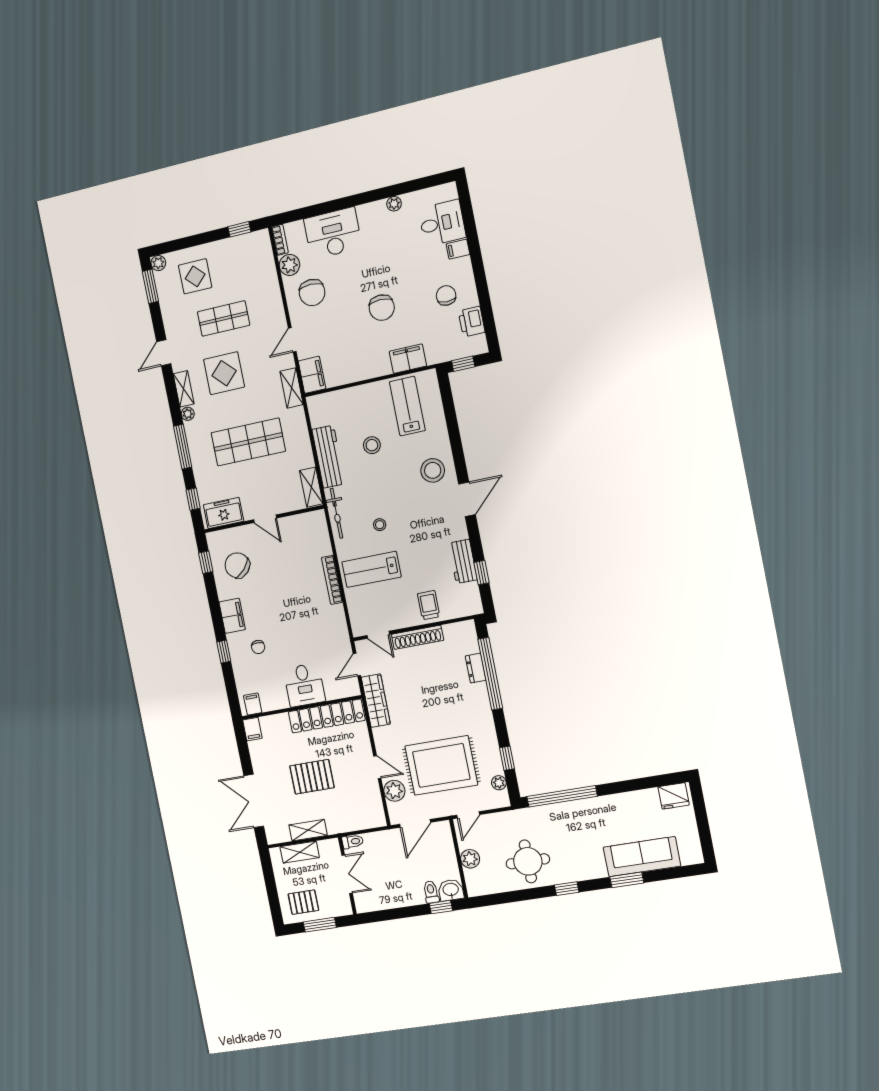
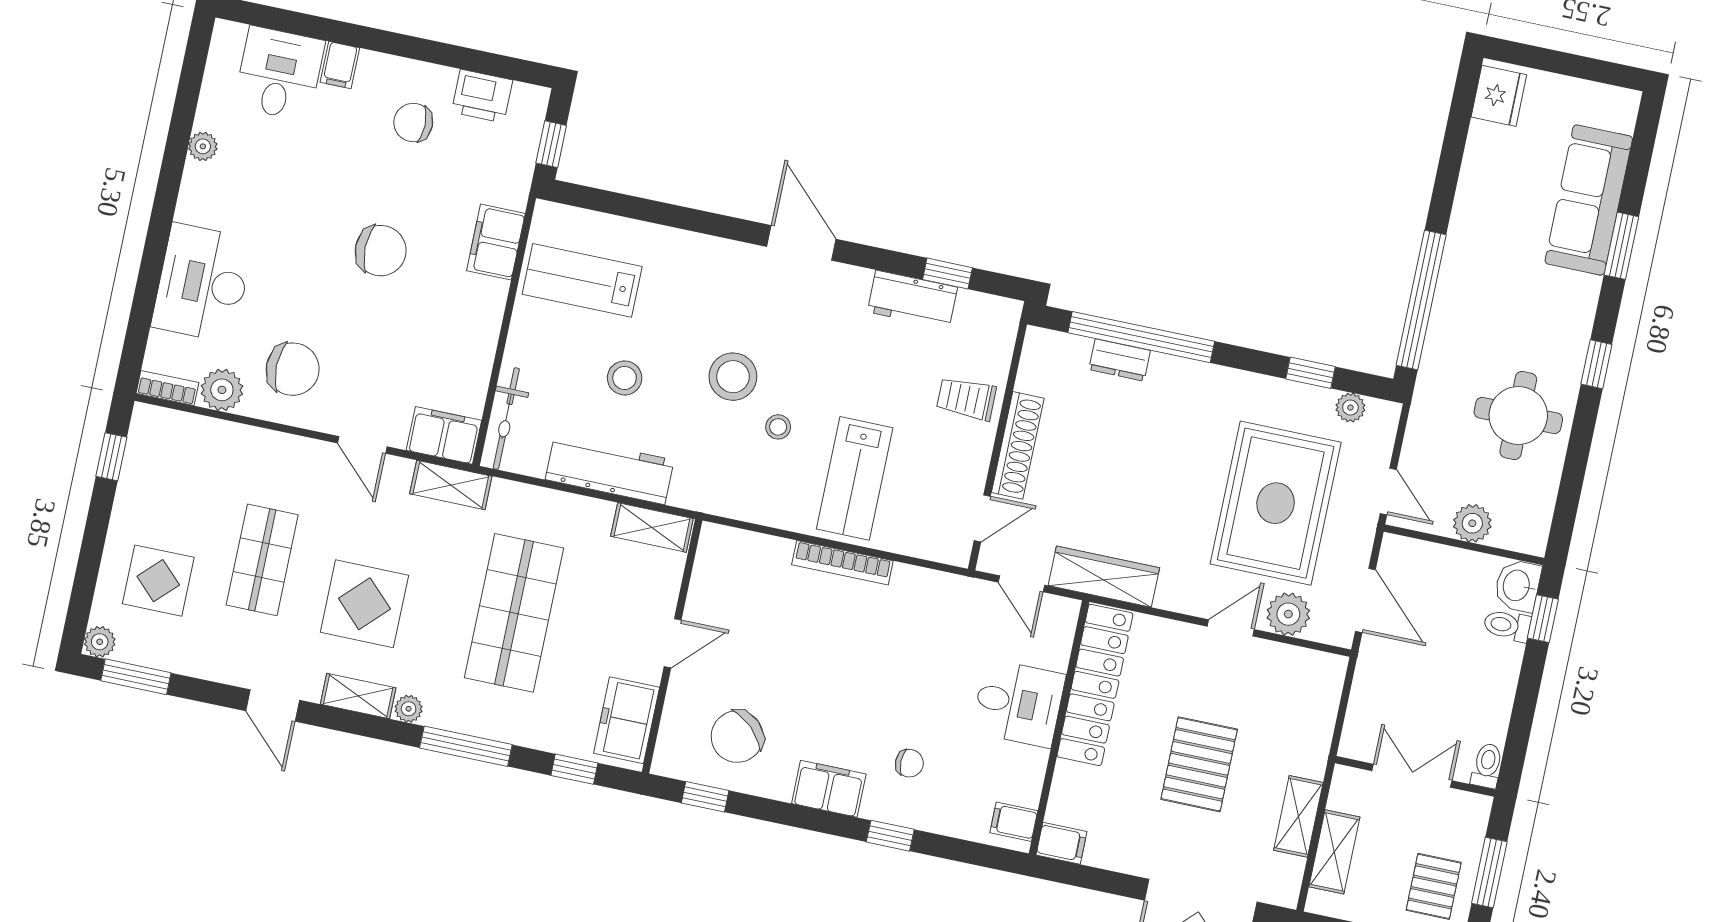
stool: (433, 470) -> (733, 377), moved
bicycle: (337, 513) -> (506, 419), moved, turned 90
toilet: (353, 842) -> (1487, 766), moved

